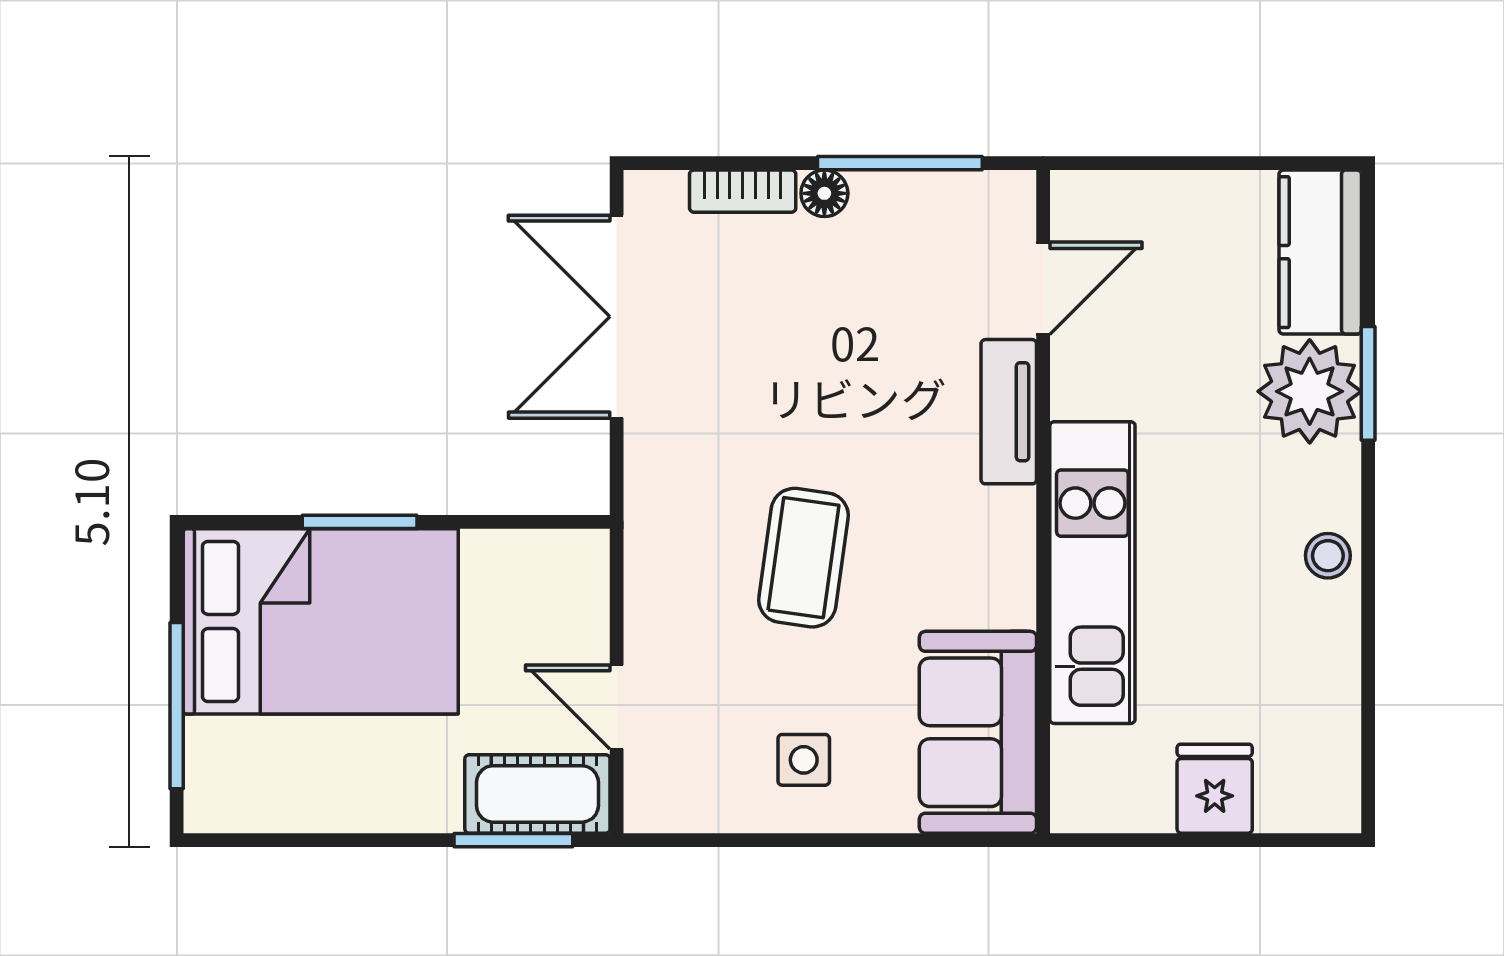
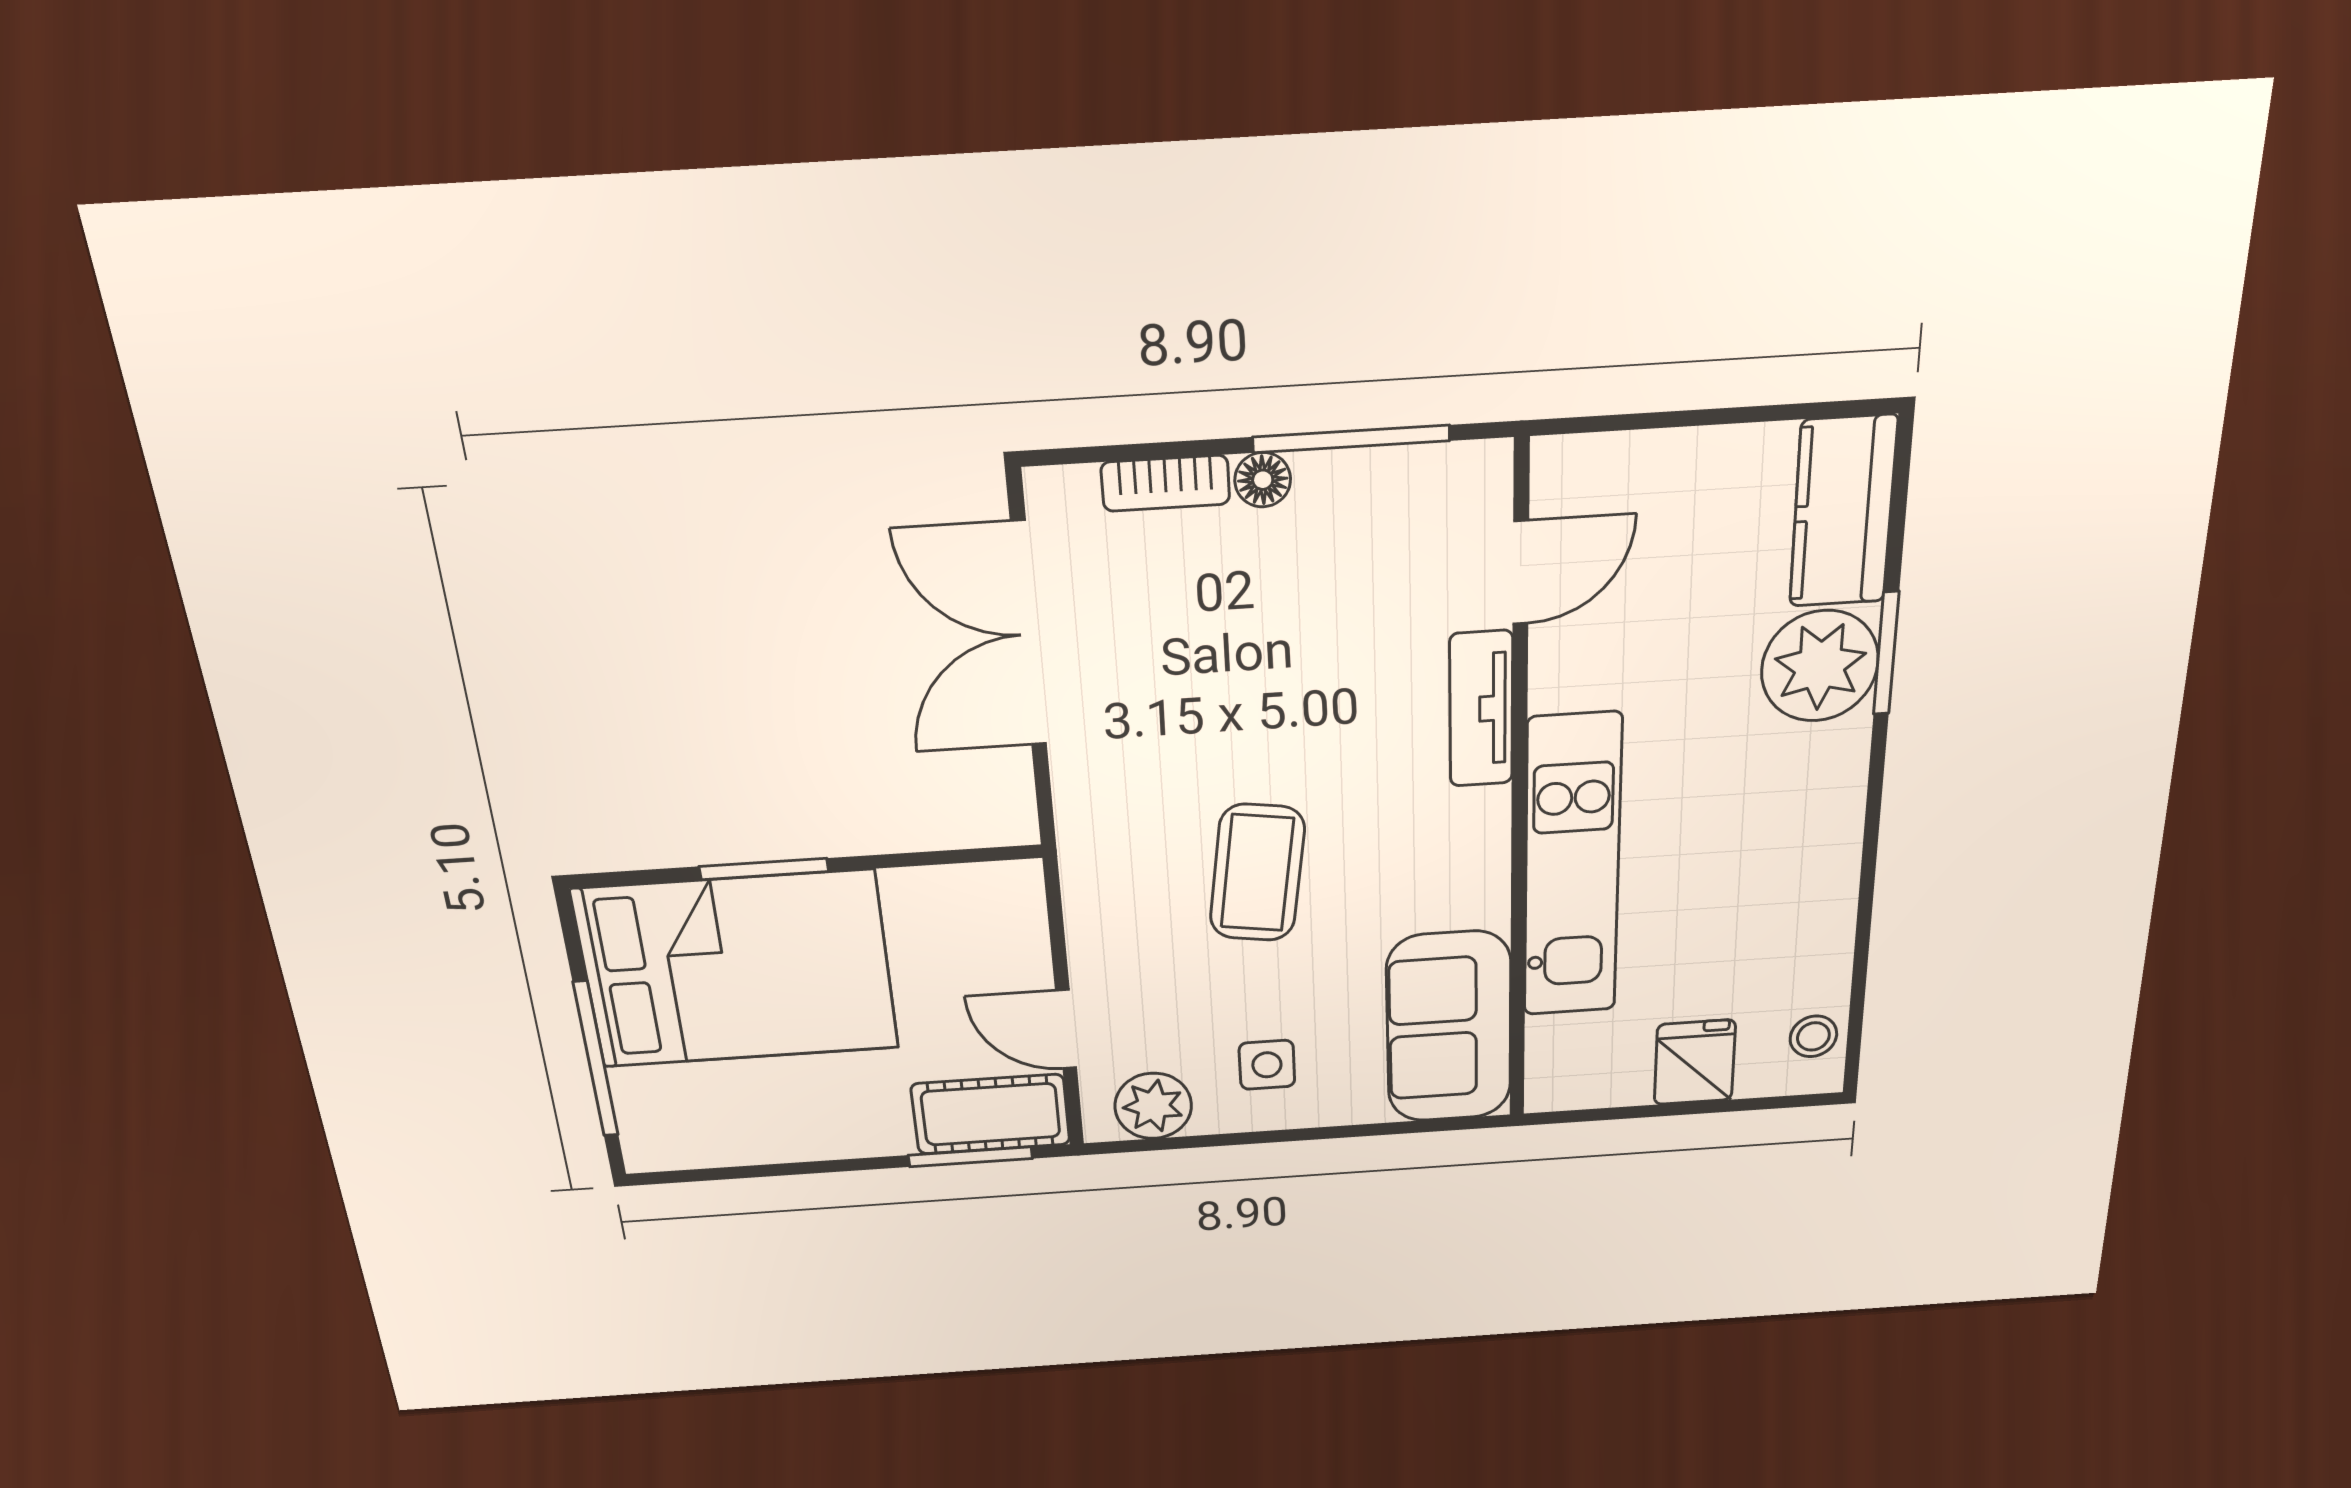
stool: (1328, 556) -> (1813, 1036), moved
plant: (693, 797) -> (1153, 1106), added

